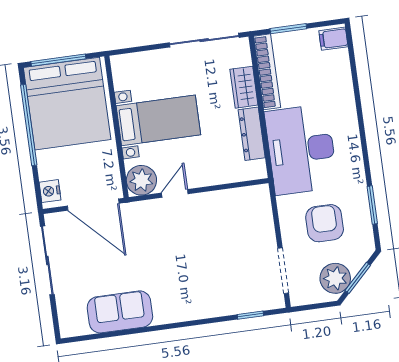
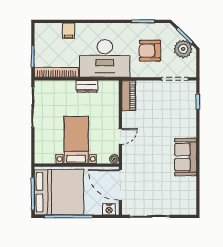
filing cabinet: (333, 39) -> (69, 31), moved
wardrobe: (244, 87) -> (64, 87), removed
dresser: (252, 134) -> (87, 86), width x0.70
plant: (141, 180) -> (114, 159), width x0.53, depth x0.53
door: (175, 193) -> (120, 136), swing flipped
piano: (245, 198) -> (129, 96), added
door: (93, 205) -> (120, 185), swing flipped
sofa: (120, 312) -> (186, 157), moved

